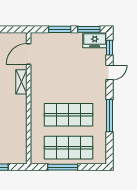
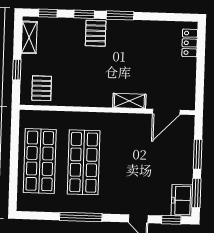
door: (29, 54) -> (166, 112), swing flipped
pallet: (14, 148) -> (42, 88), added
window: (63, 167) -> (14, 153), removed

